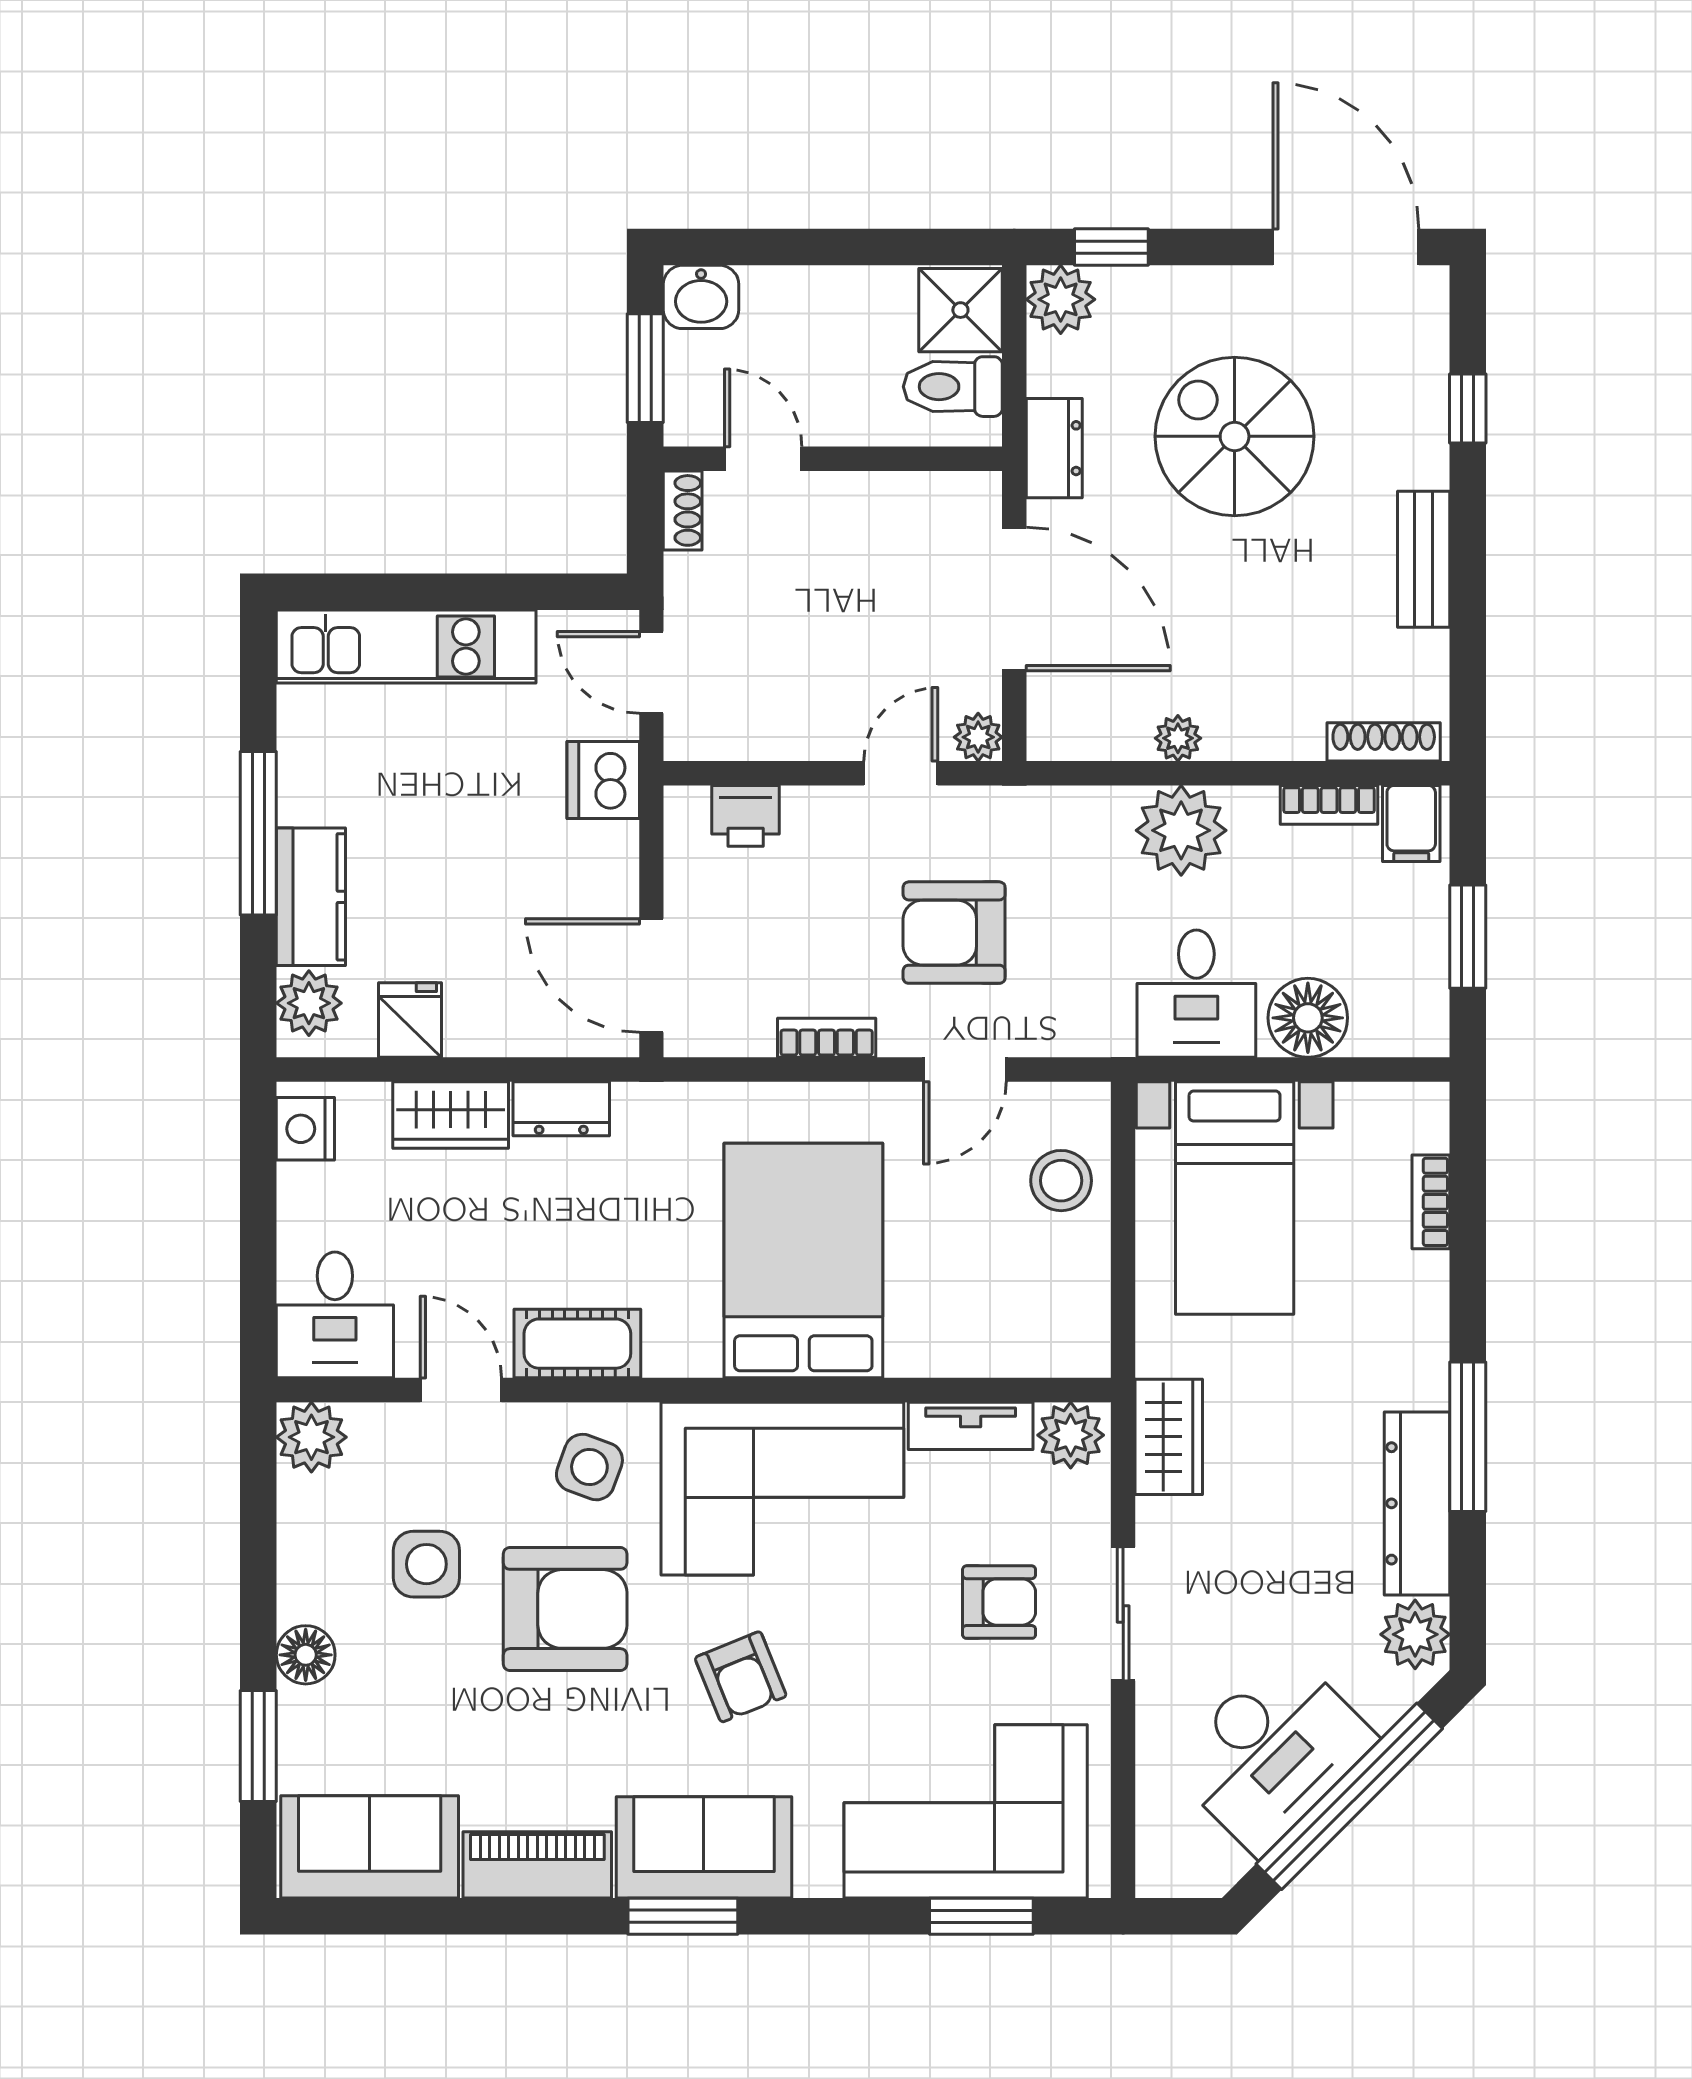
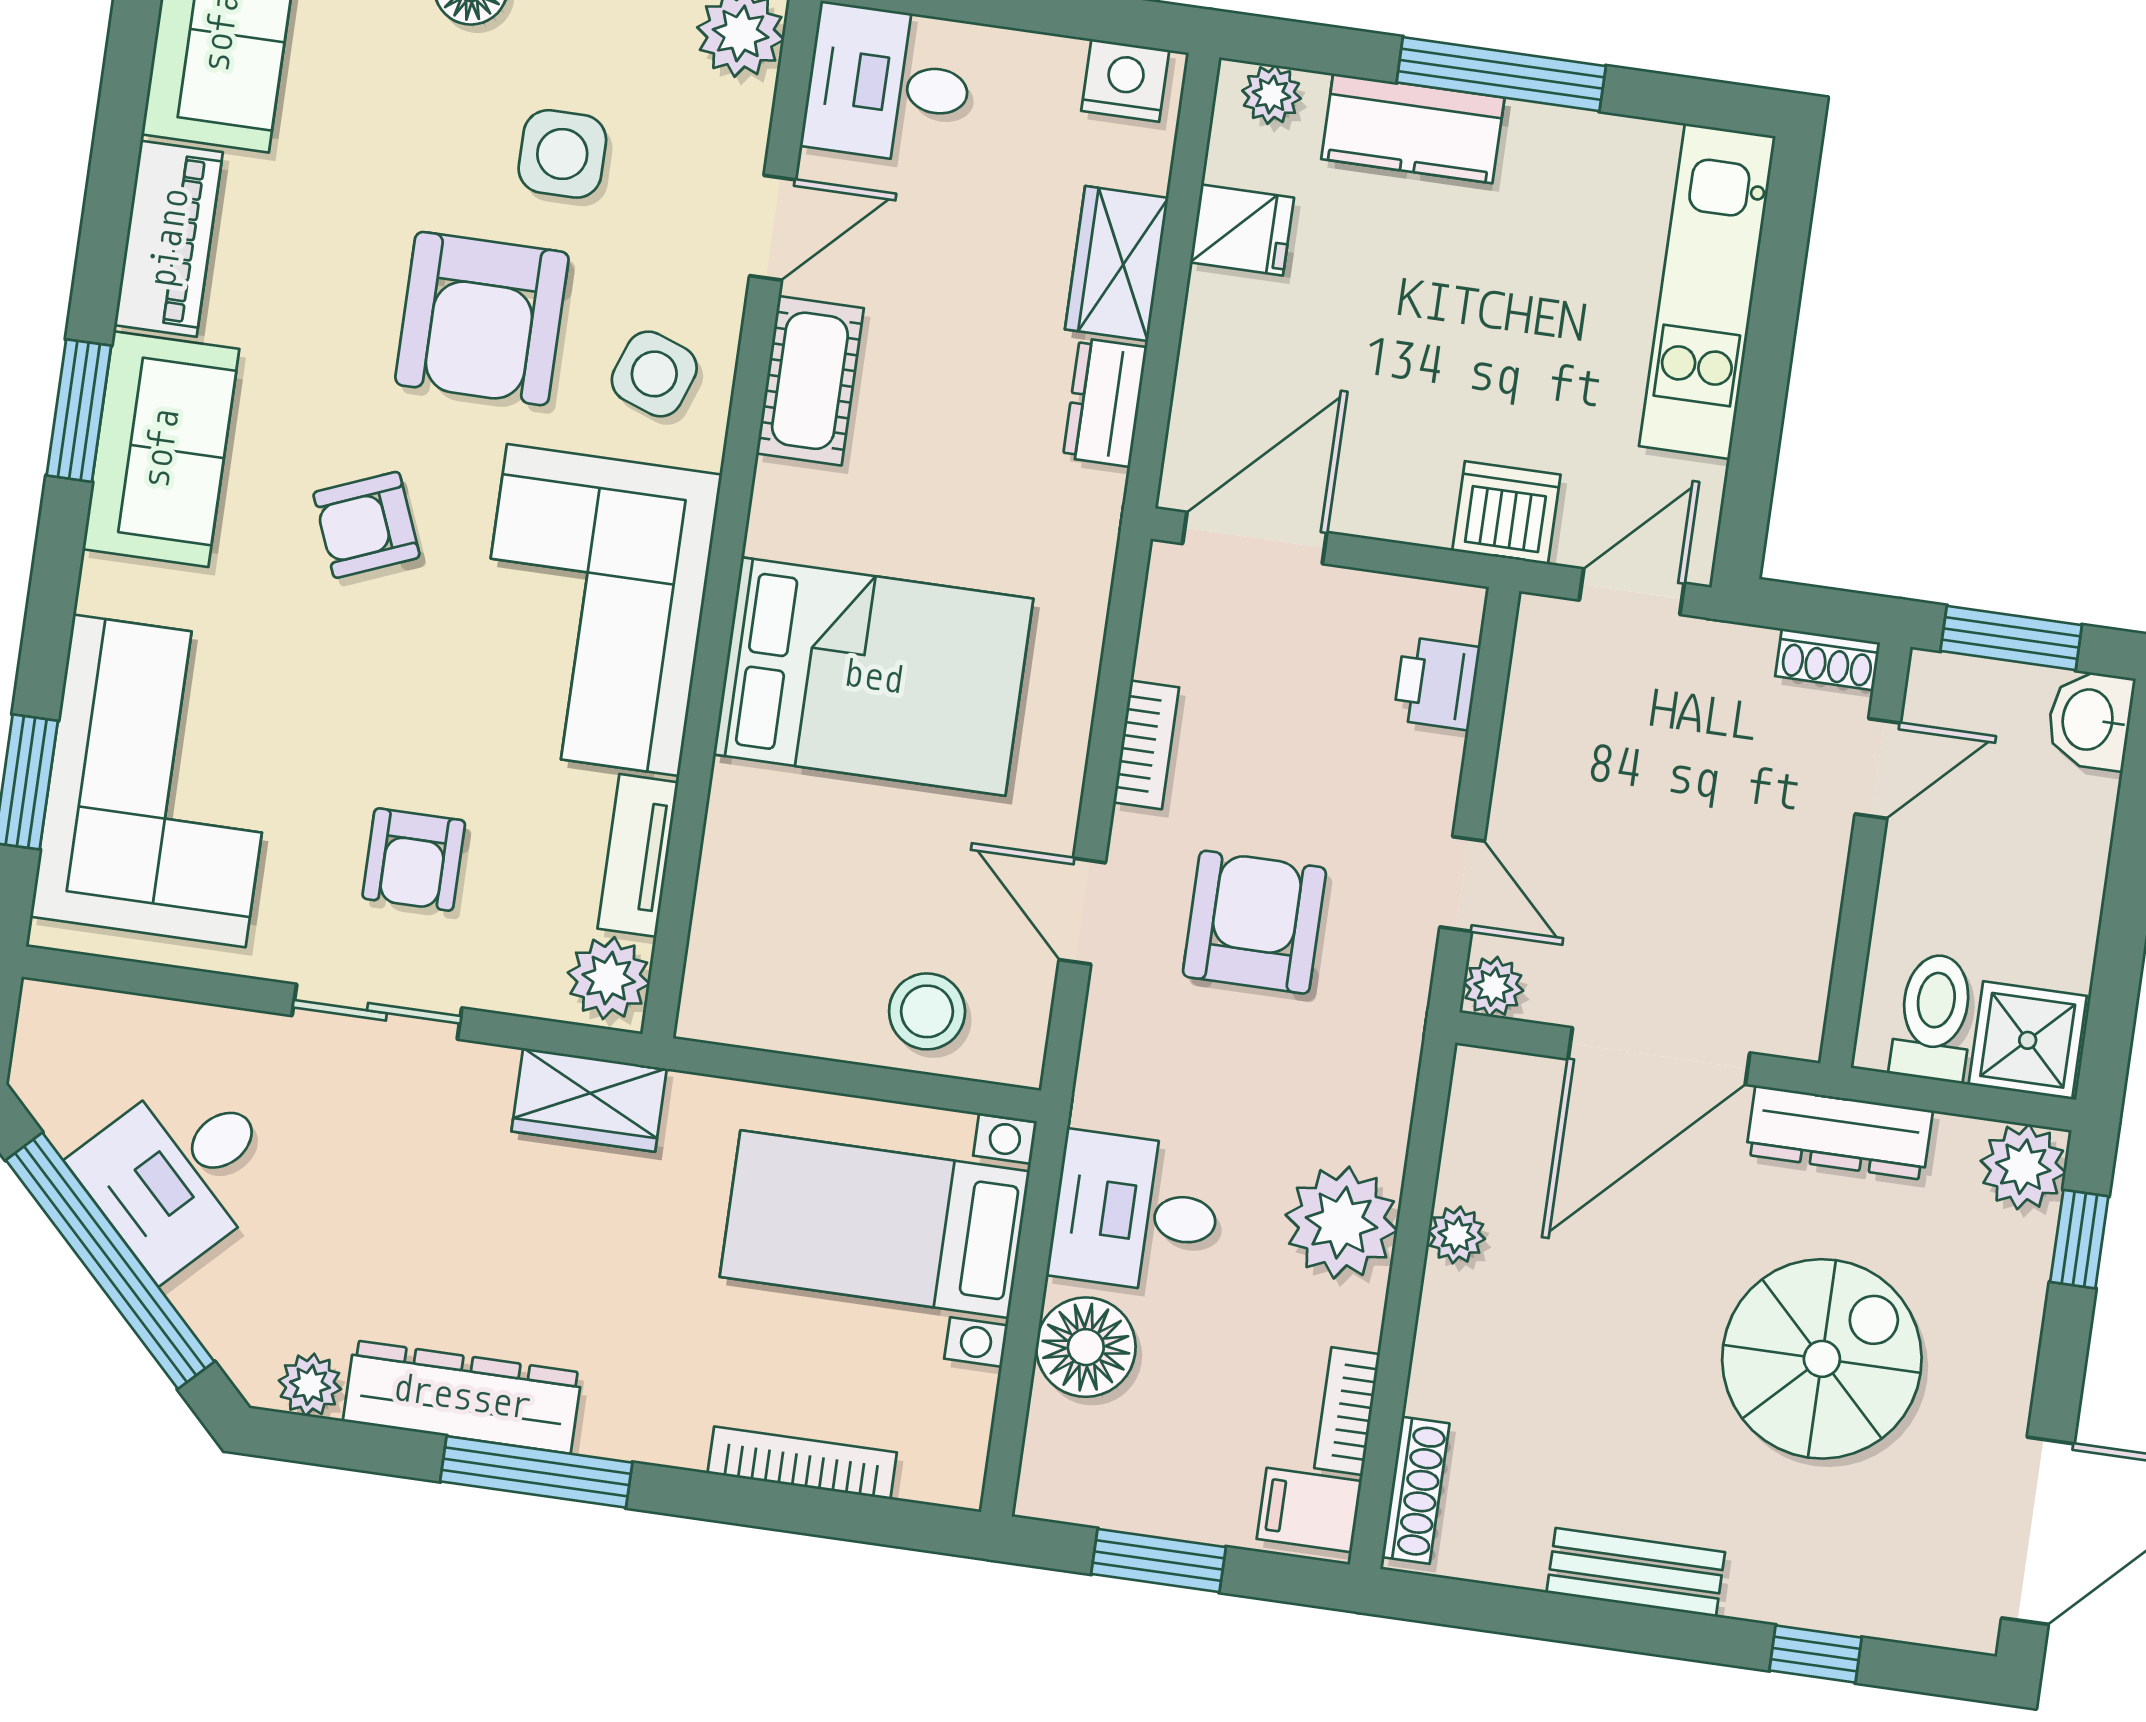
dresser: (1054, 448) -> (1839, 1133), width x1.44
plant: (309, 1003) -> (1272, 95), width x0.73, depth x0.73
bookcase: (1431, 1202) -> (802, 1463), width x1.56
plant: (1415, 1634) -> (310, 1385), width x0.73, depth x0.73
desk: (1272, 1752) -> (179, 1172), width x0.73

